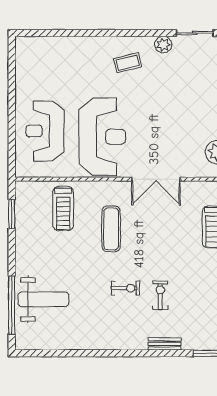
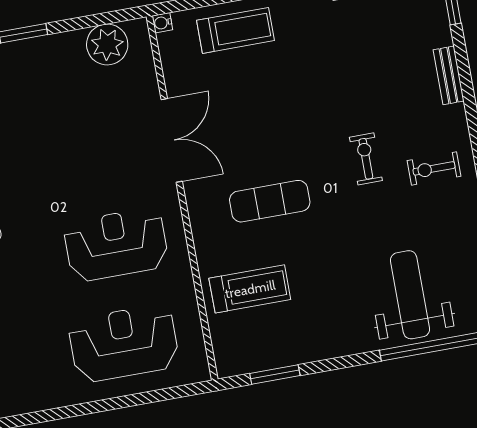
reception desk: (45, 131) -> (124, 343), turned 180
reception desk: (102, 137) -> (116, 245), width x0.74, depth x0.77
exercise bike: (160, 295) -> (434, 168), moved

